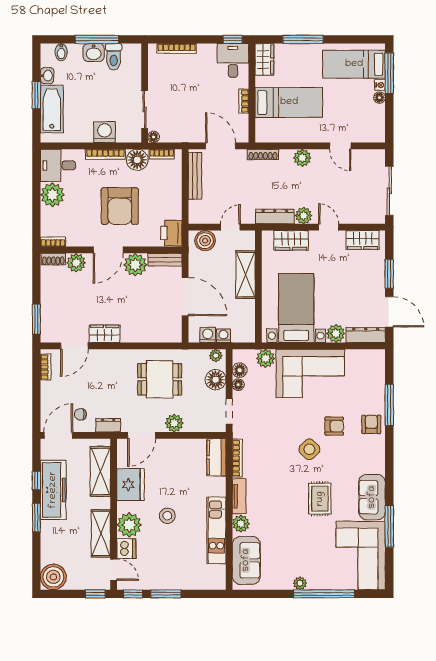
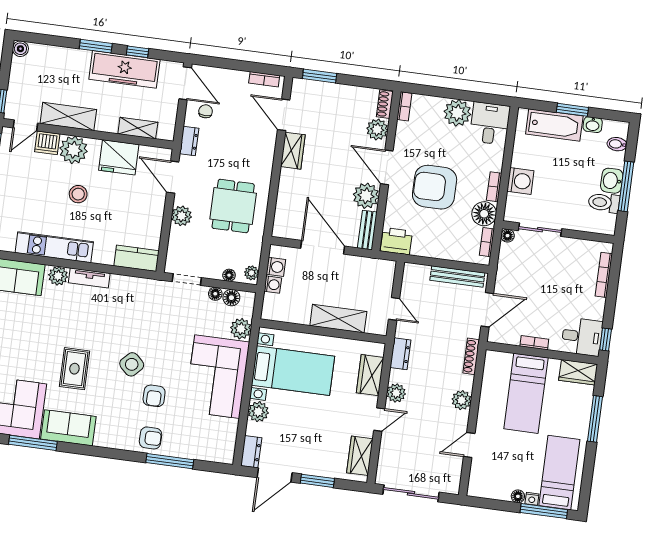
bookcase: (105, 154) -> (494, 187), width x0.64
dresser: (275, 216) -> (400, 354), width x0.70
boiler: (205, 241) -> (383, 278), removed
door: (185, 297) -> (323, 247), swing flipped
dresser: (366, 335) -> (251, 452), width x0.70
floor lamp: (216, 380) -> (229, 275), width x0.53, depth x0.53
bookcase: (237, 458) -> (133, 282), removed
shelving: (100, 471) -> (138, 128), width x0.67, depth x0.75
rug: (320, 499) -> (74, 369), turned 90
boiler: (53, 577) -> (20, 49), width x0.54, depth x0.54

